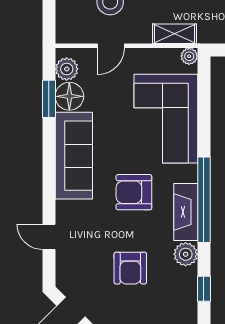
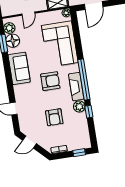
sofa: (74, 156) -> (19, 68), width x0.73
armchair: (134, 192) -> (50, 81), turned 180
window: (204, 289) -> (89, 112), moved

